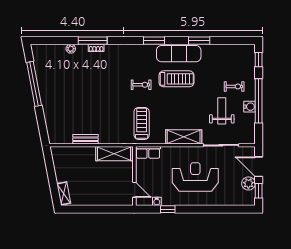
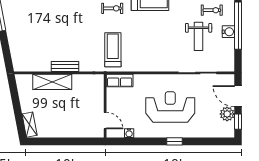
weight bench: (222, 111) -> (199, 36), turned 180
shelving: (184, 137) -> (158, 64), removed
bench: (85, 139) -> (65, 67), moved
shelving: (114, 154) -> (52, 82), moved
window: (168, 209) -> (174, 141), moved

